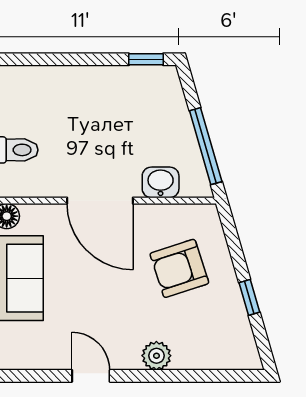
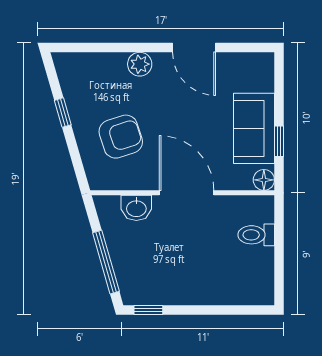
window: (206, 146) -> (106, 262), moved
door: (91, 376) -> (194, 47), width x1.38

